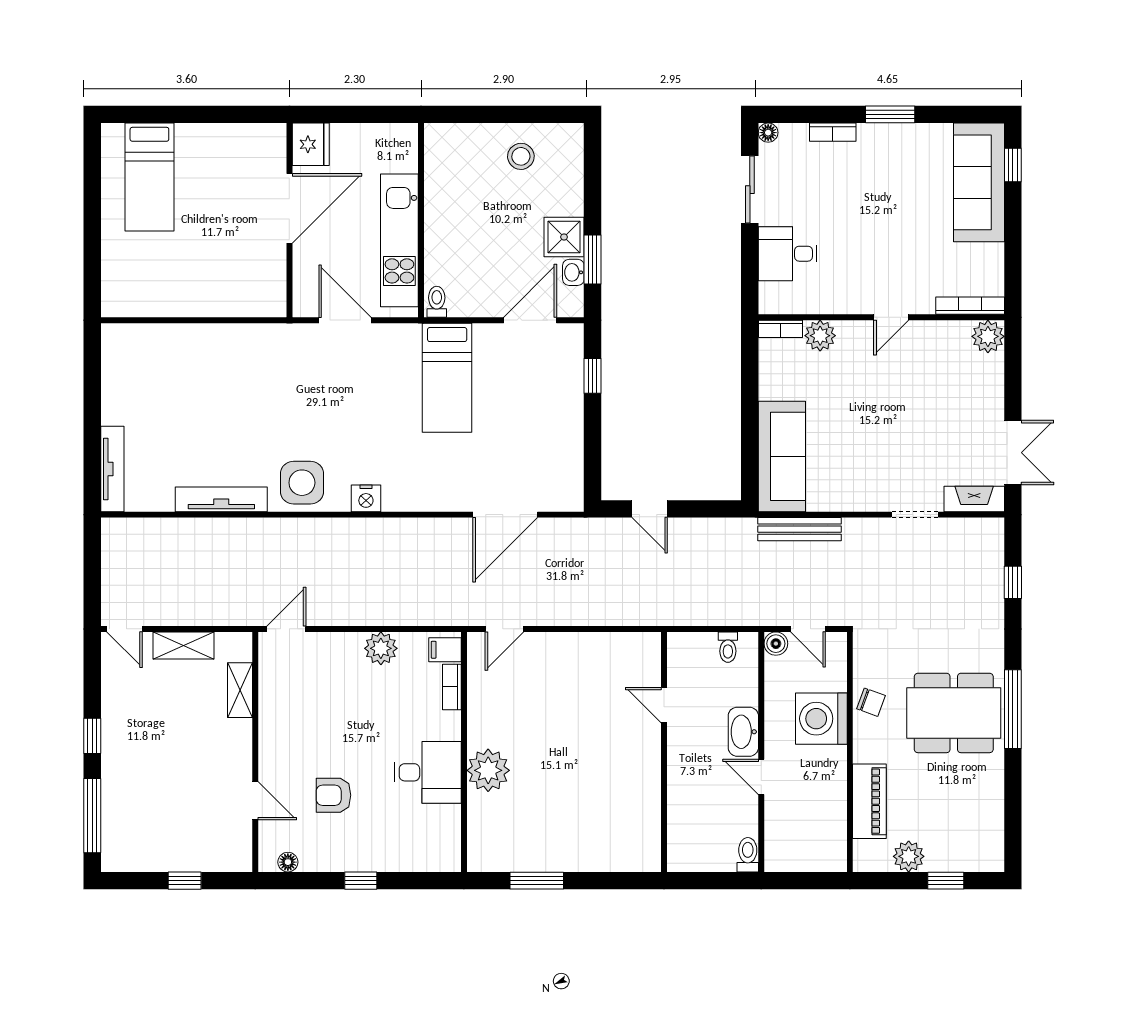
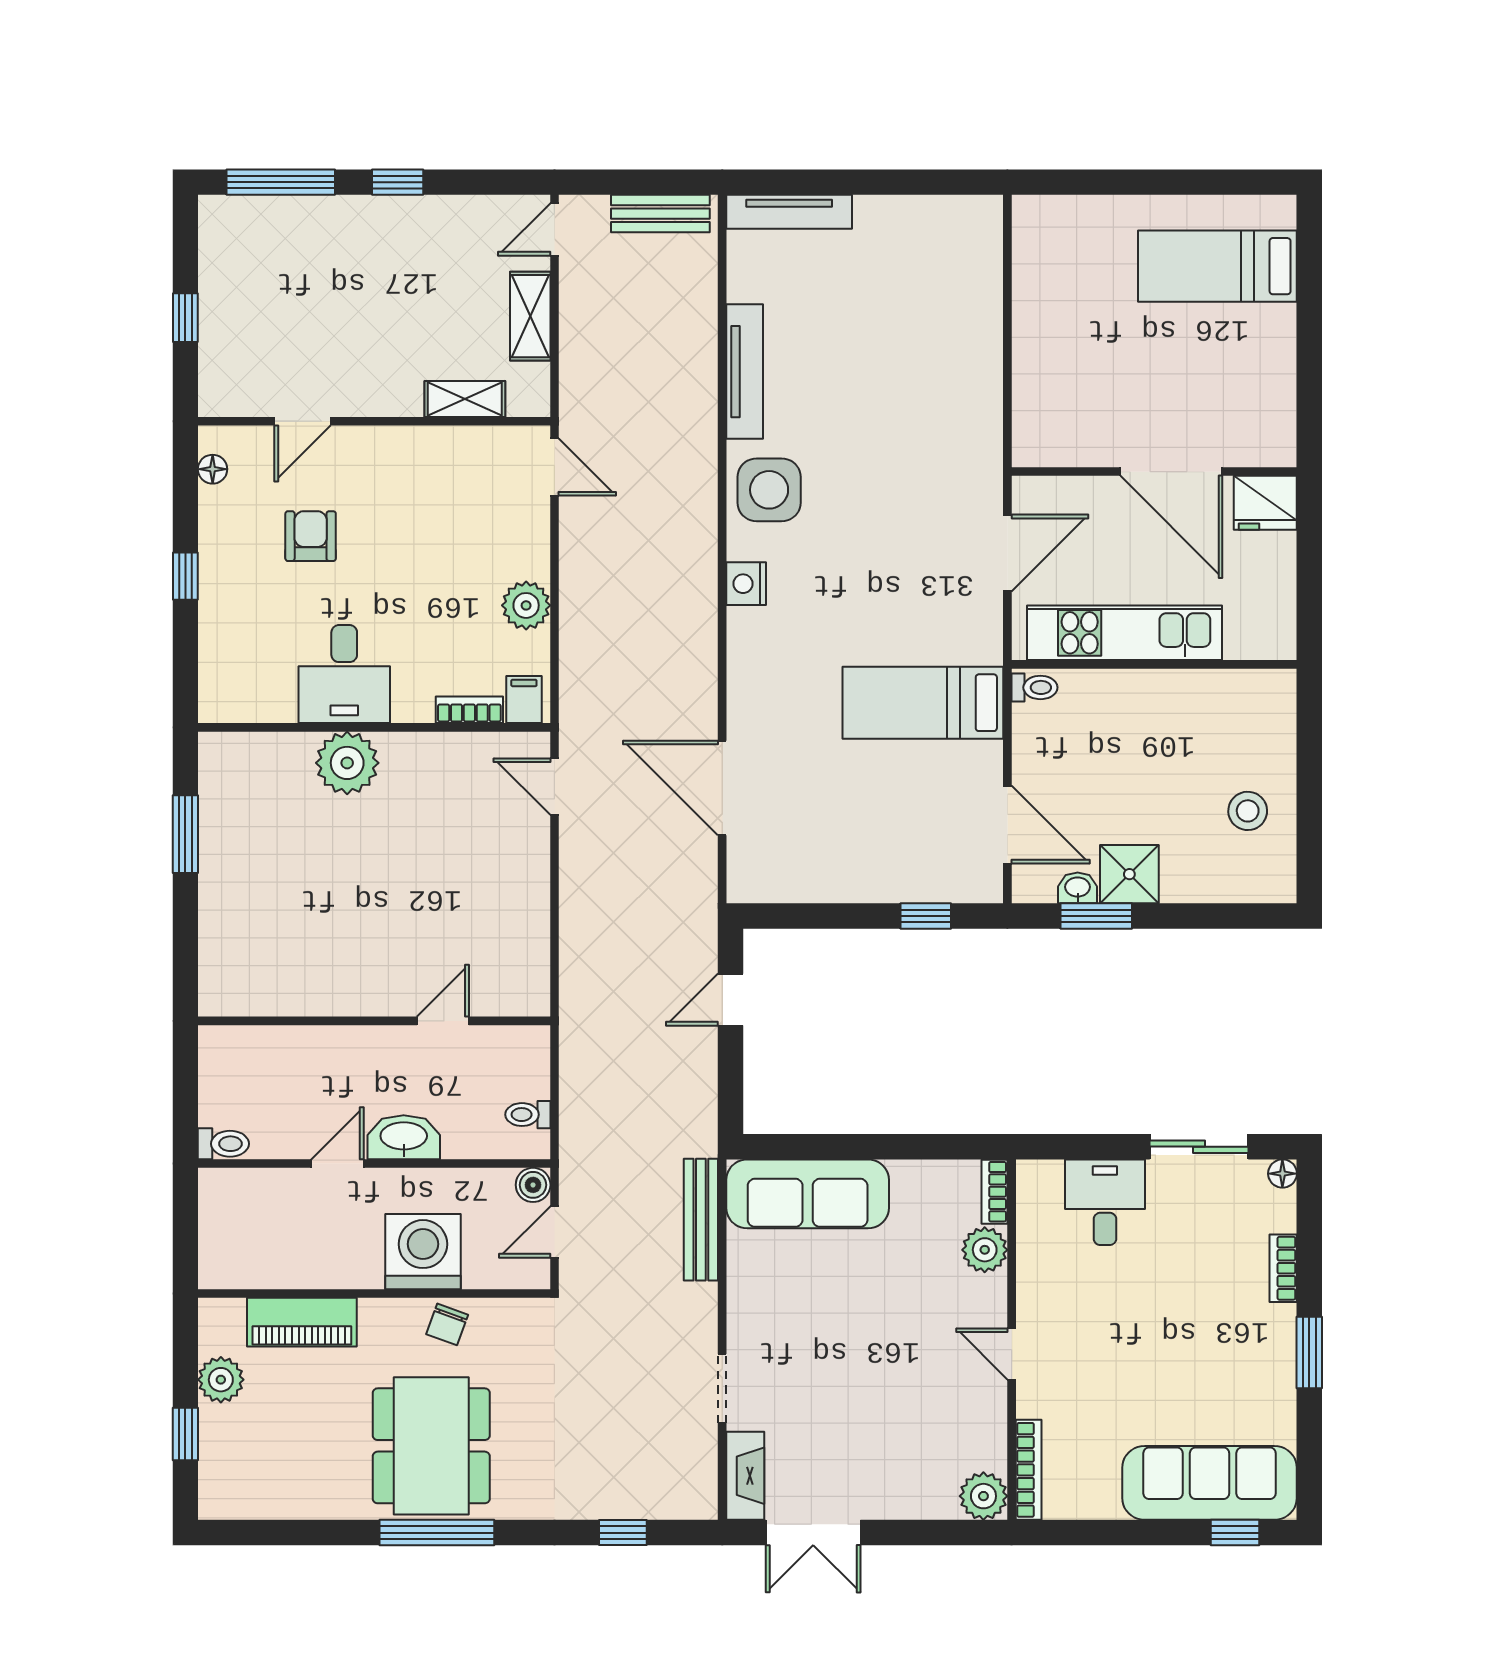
bench: (114, 557) -> (660, 214), added

